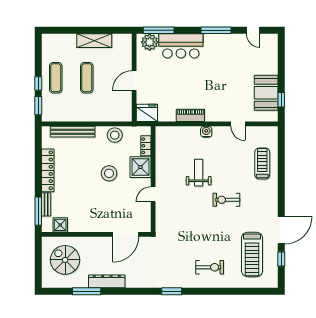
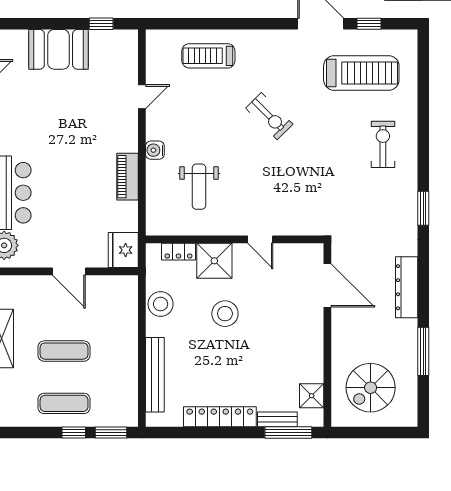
booth: (266, 93) -> (58, 49), moved
weight bench: (199, 173) -> (199, 187), moved, turned -90
exercise bike: (226, 200) -> (269, 116), turned -45
dresser: (107, 281) -> (407, 287), moved

